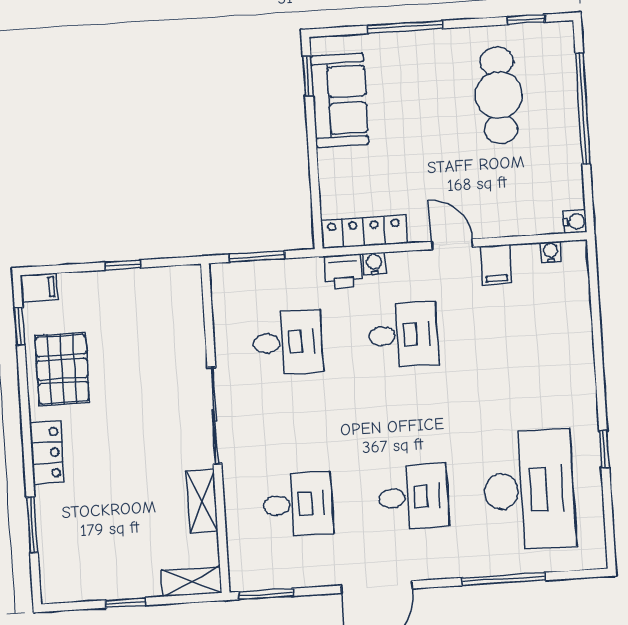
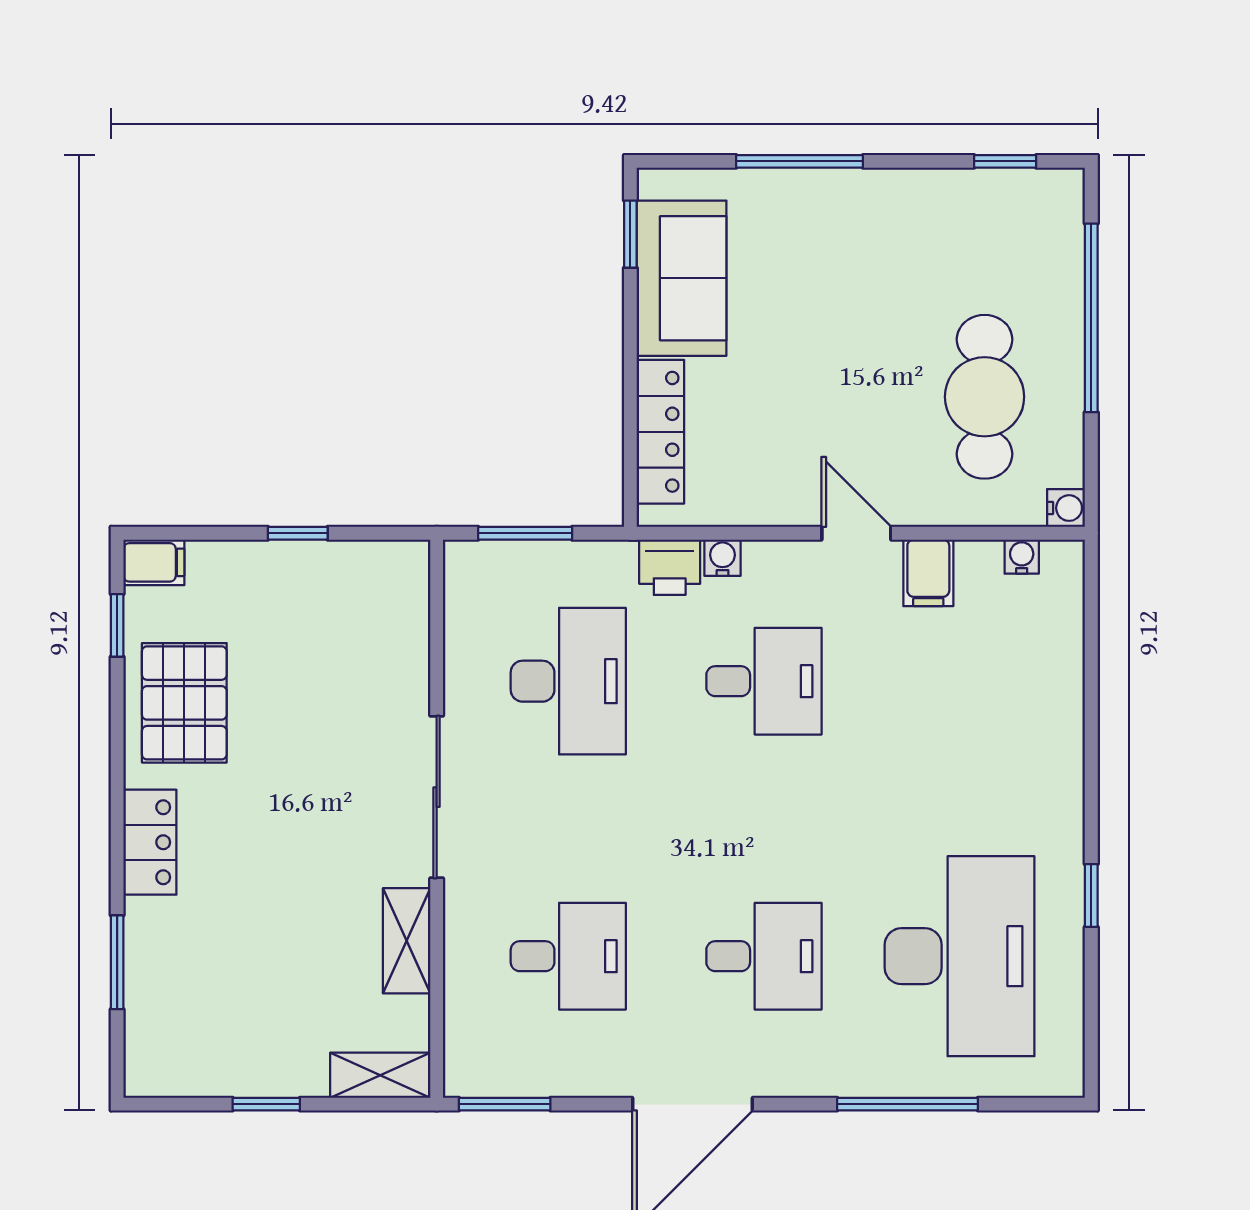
cafe table: (499, 95) -> (985, 397), moved
locker: (364, 232) -> (660, 432), moved, turned 90
desk: (288, 342) -> (568, 681), width x1.37

